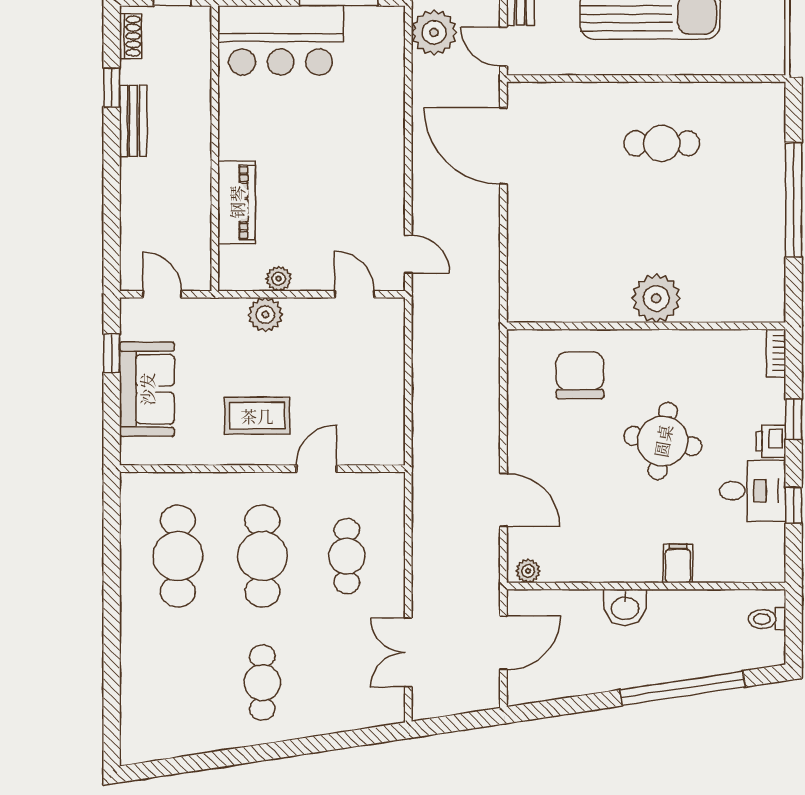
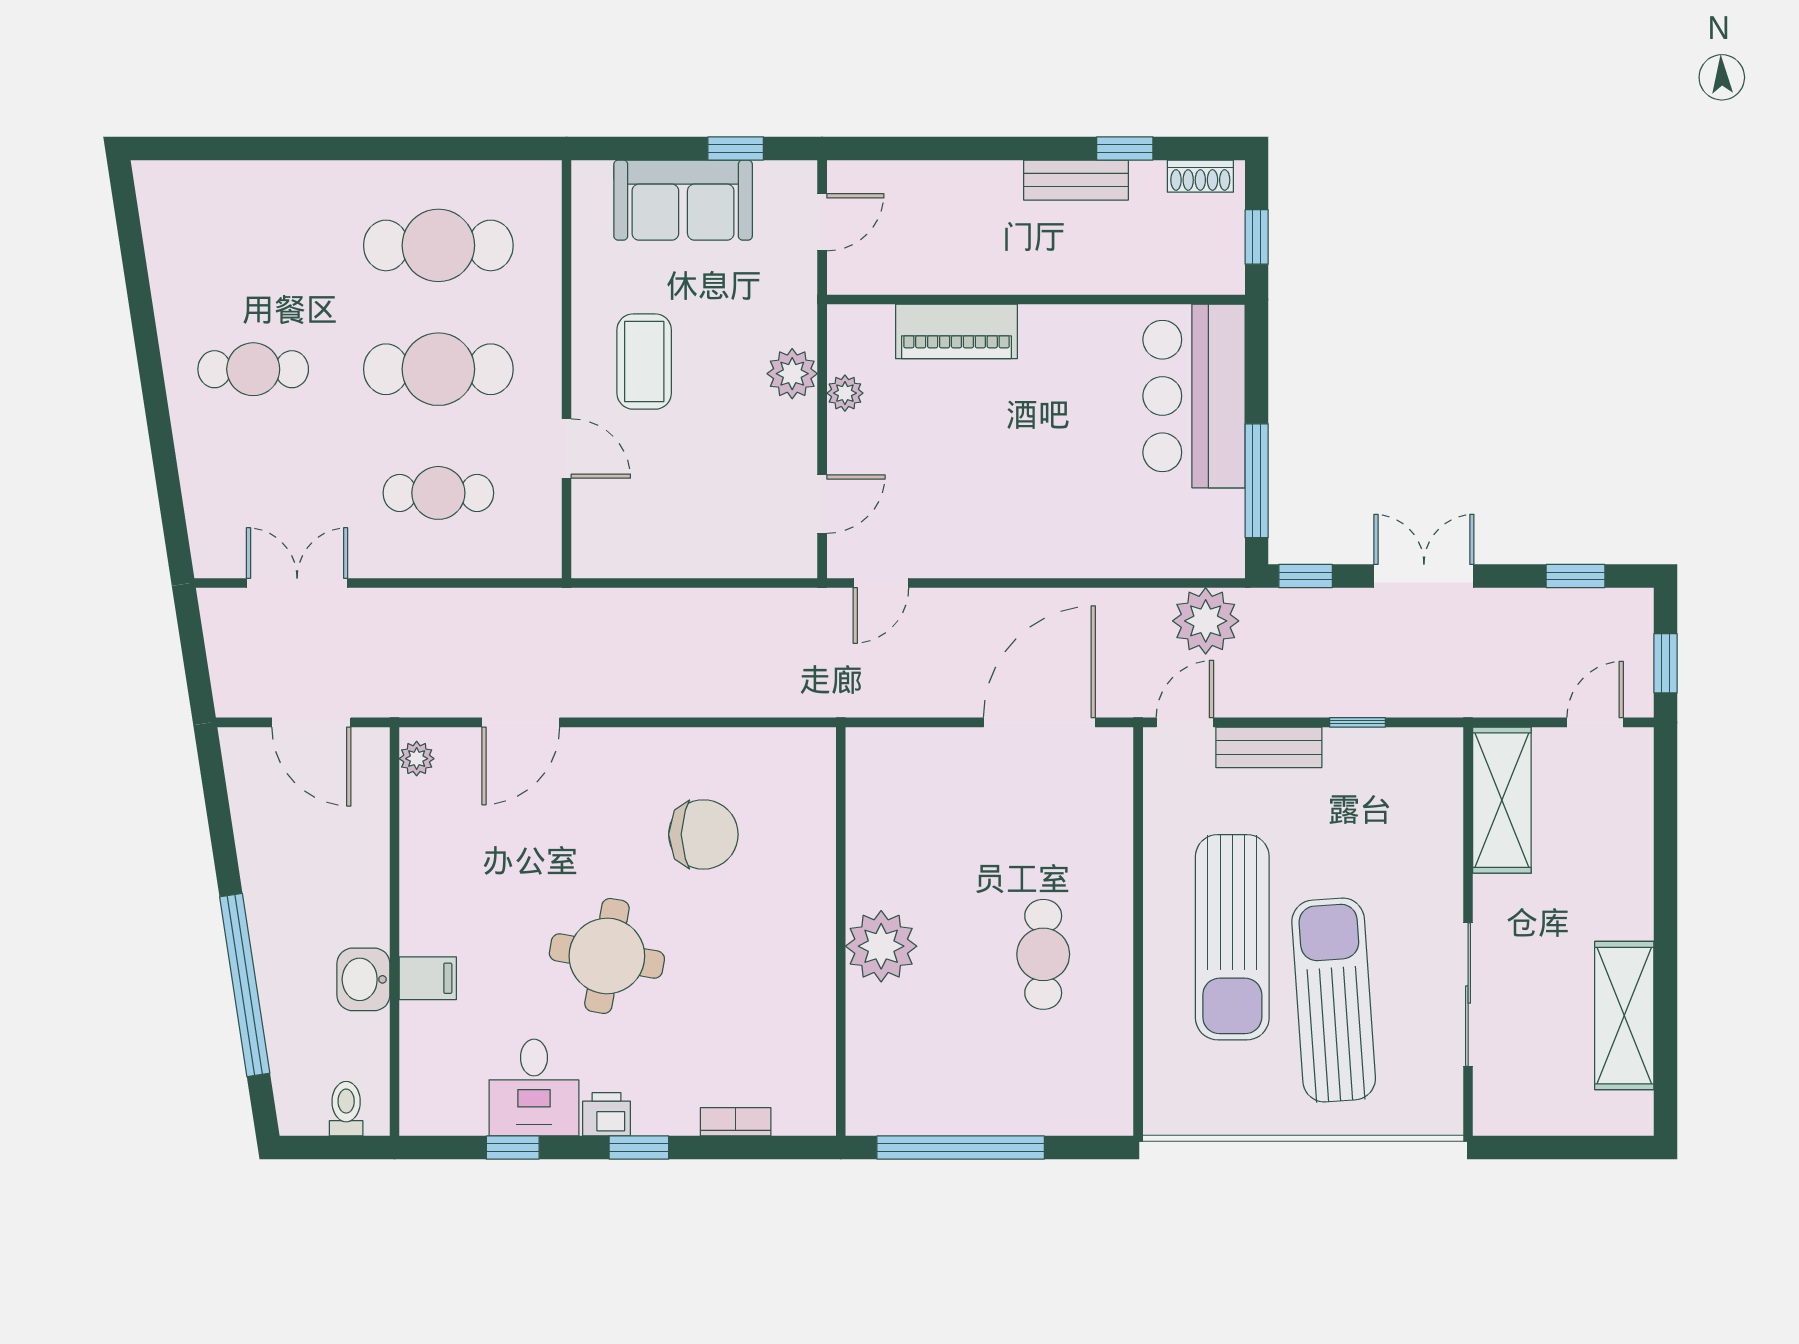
plant: (656, 298) -> (881, 946), moved
wall: (646, 326) -> (841, 932), moved
washbasin: (625, 607) -> (363, 979), moved

